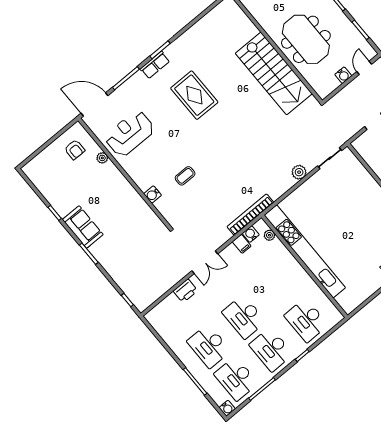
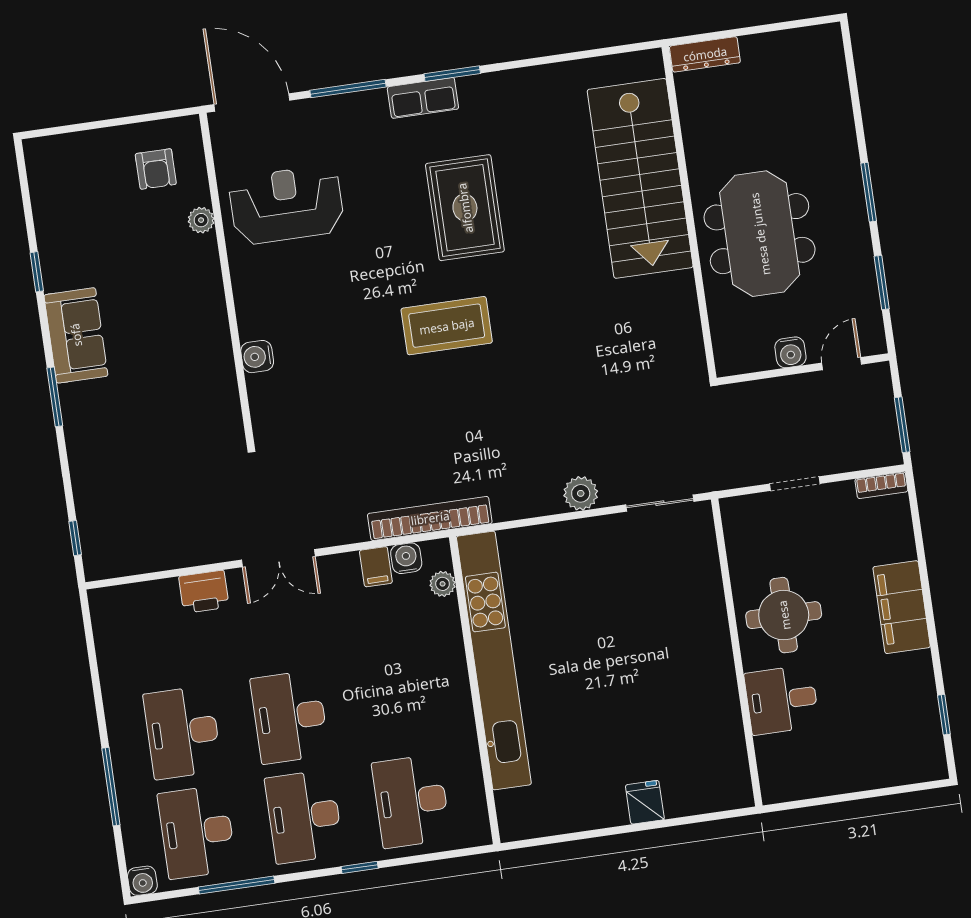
stairs: (274, 73) -> (640, 178), moved
coffee table: (185, 176) -> (447, 326), moved, width x1.86, depth x1.72

